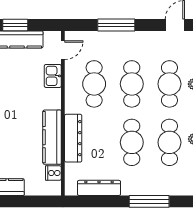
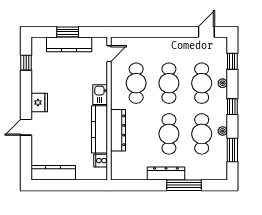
window: (116, 25) -> (155, 32), removed
kitchen sink: (53, 76) -> (100, 95), moved
dresser: (99, 188) -> (166, 174), moved

